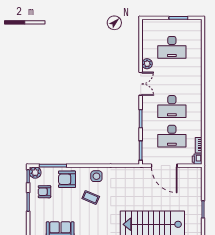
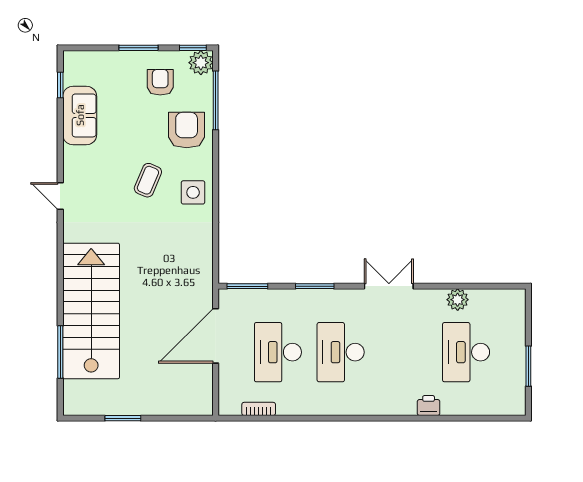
plant: (147, 64) -> (458, 300), moved
double door: (141, 84) -> (389, 286), swing flipped
printer: (197, 159) -> (429, 405), moved

